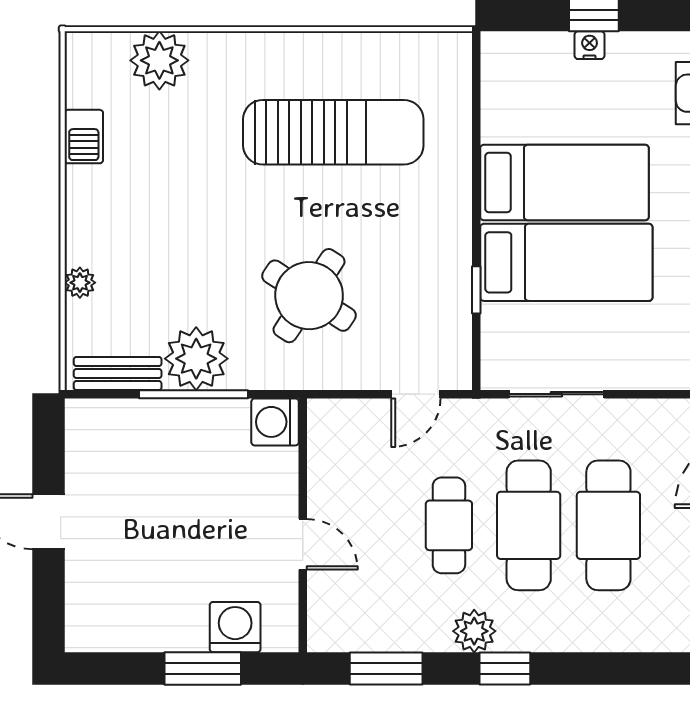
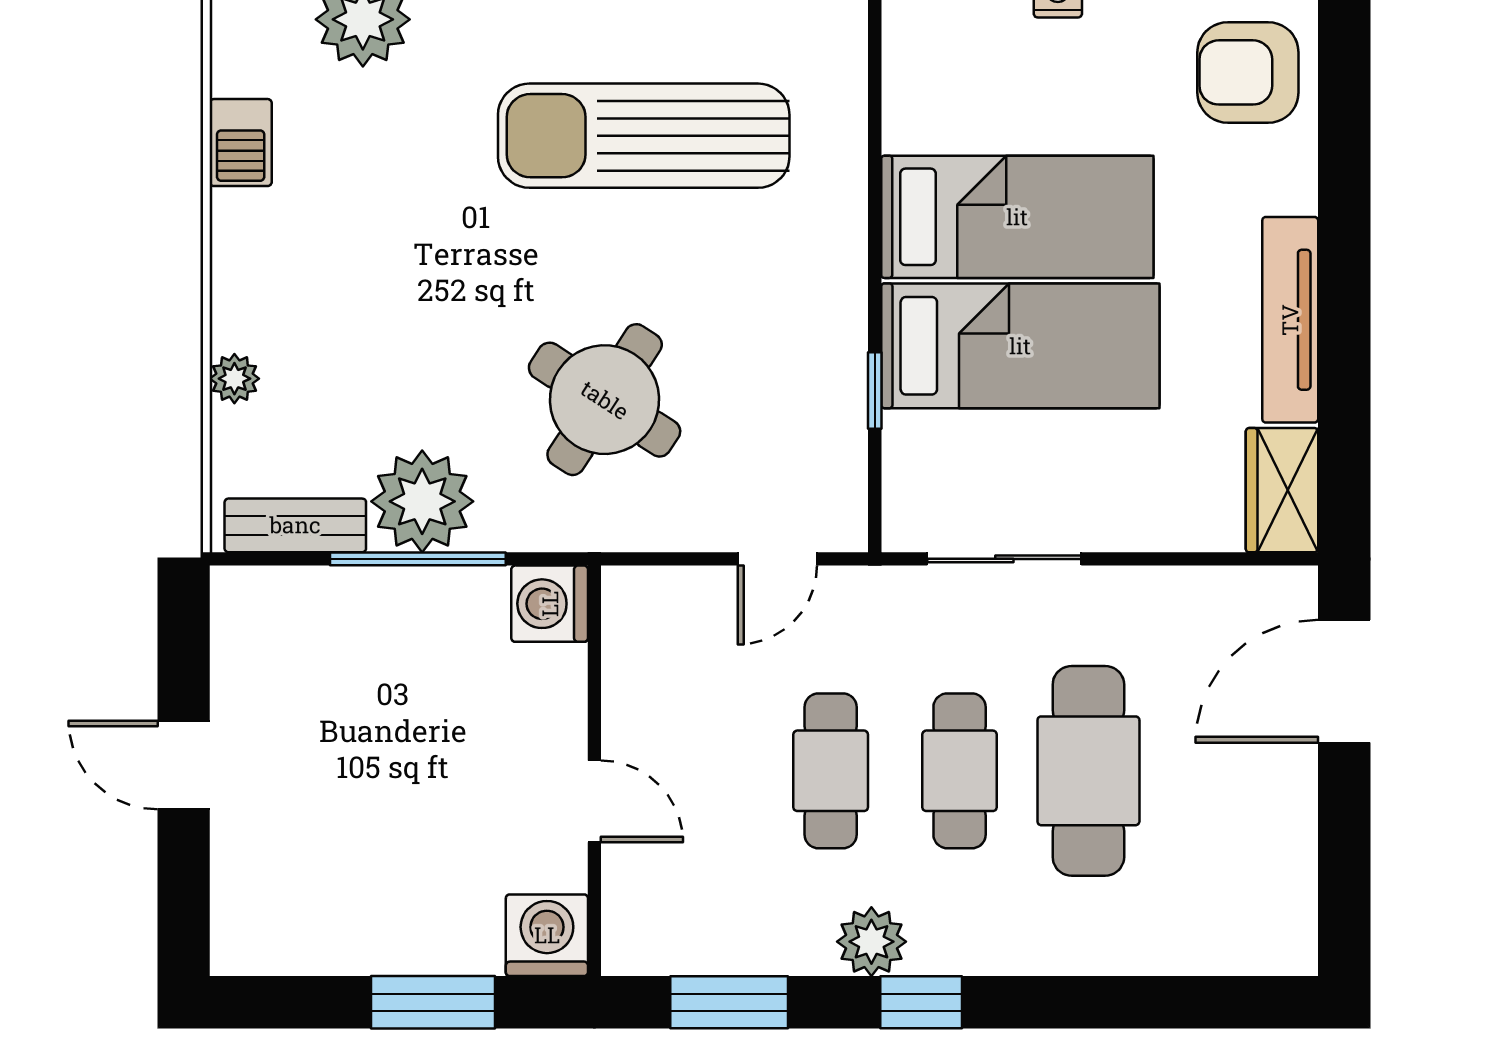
sun lounger: (333, 132) -> (644, 136), turned 180
cafe table: (529, 525) -> (960, 771), width x0.73, depth x0.74
washing machine: (235, 627) -> (547, 935), moved

